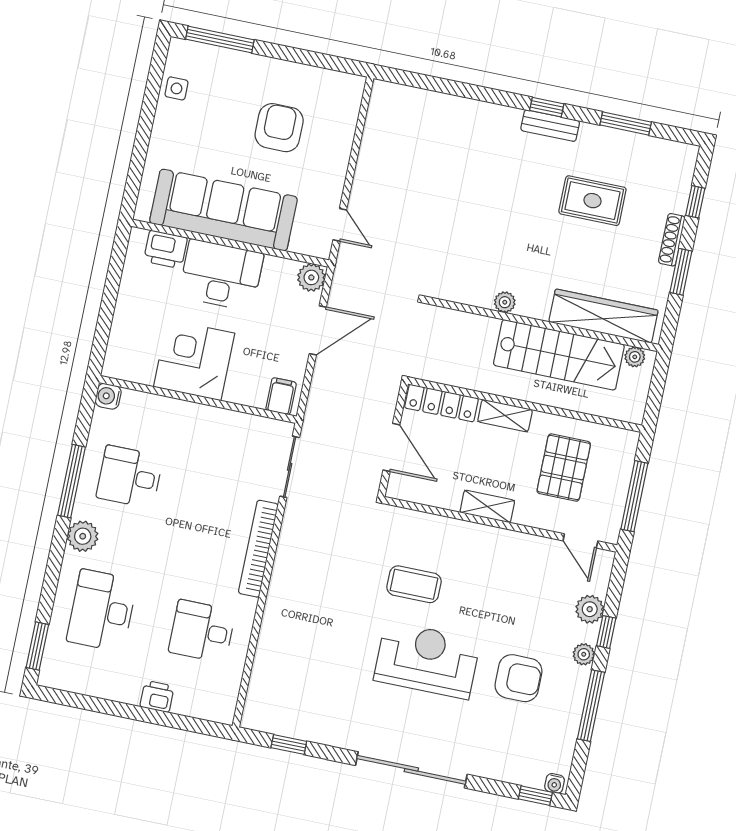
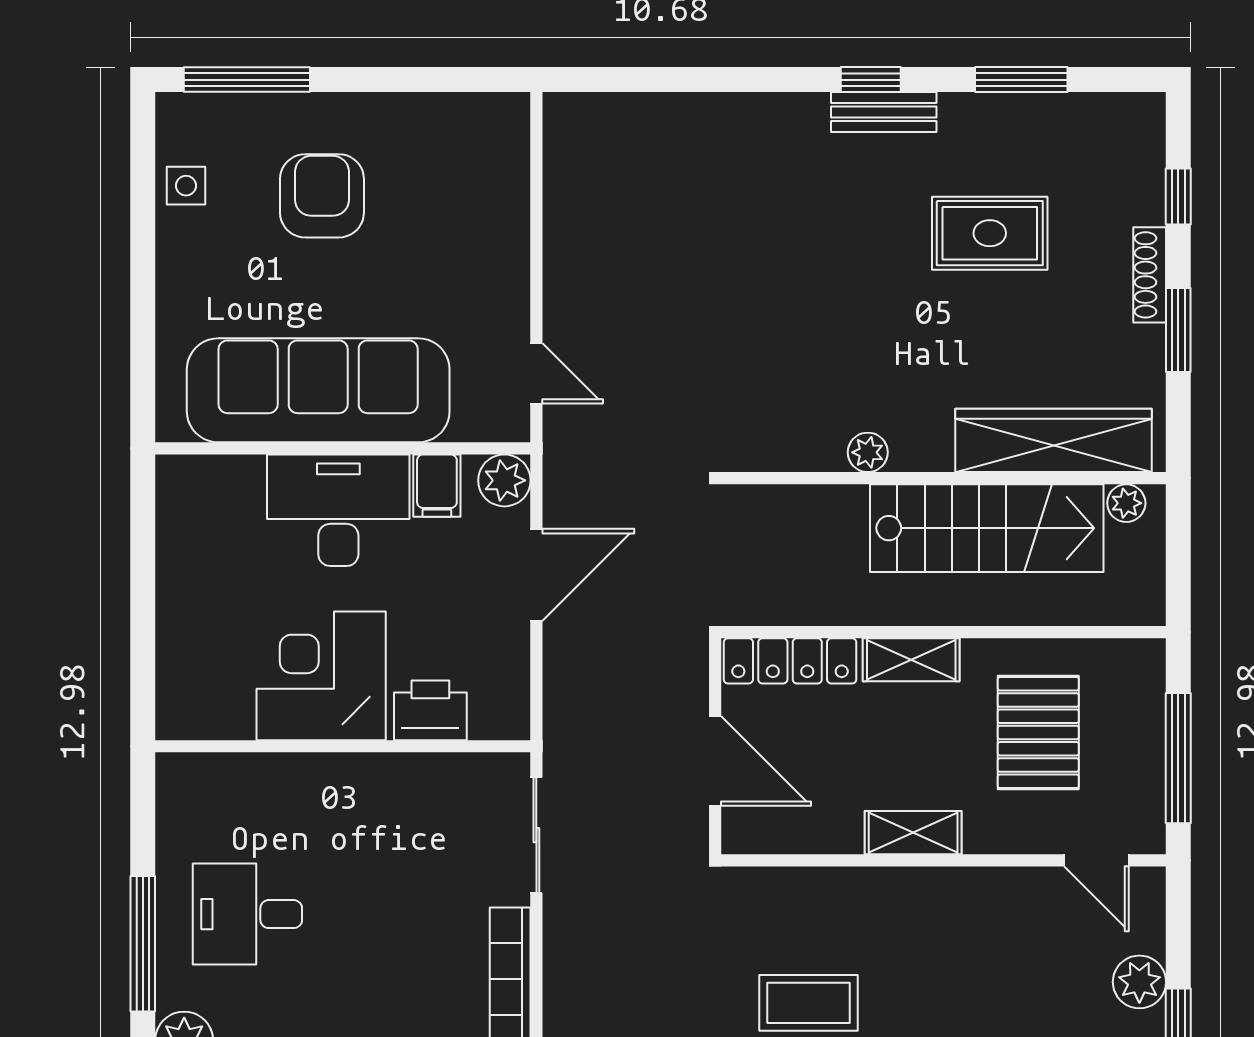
armchair: (279, 128) -> (322, 196), moved
printer: (166, 249) -> (430, 710), moved, turned 180
water cooler: (108, 396) -> (178, 775), removed
filing cabinet: (281, 396) -> (437, 486), moved, turned 180

